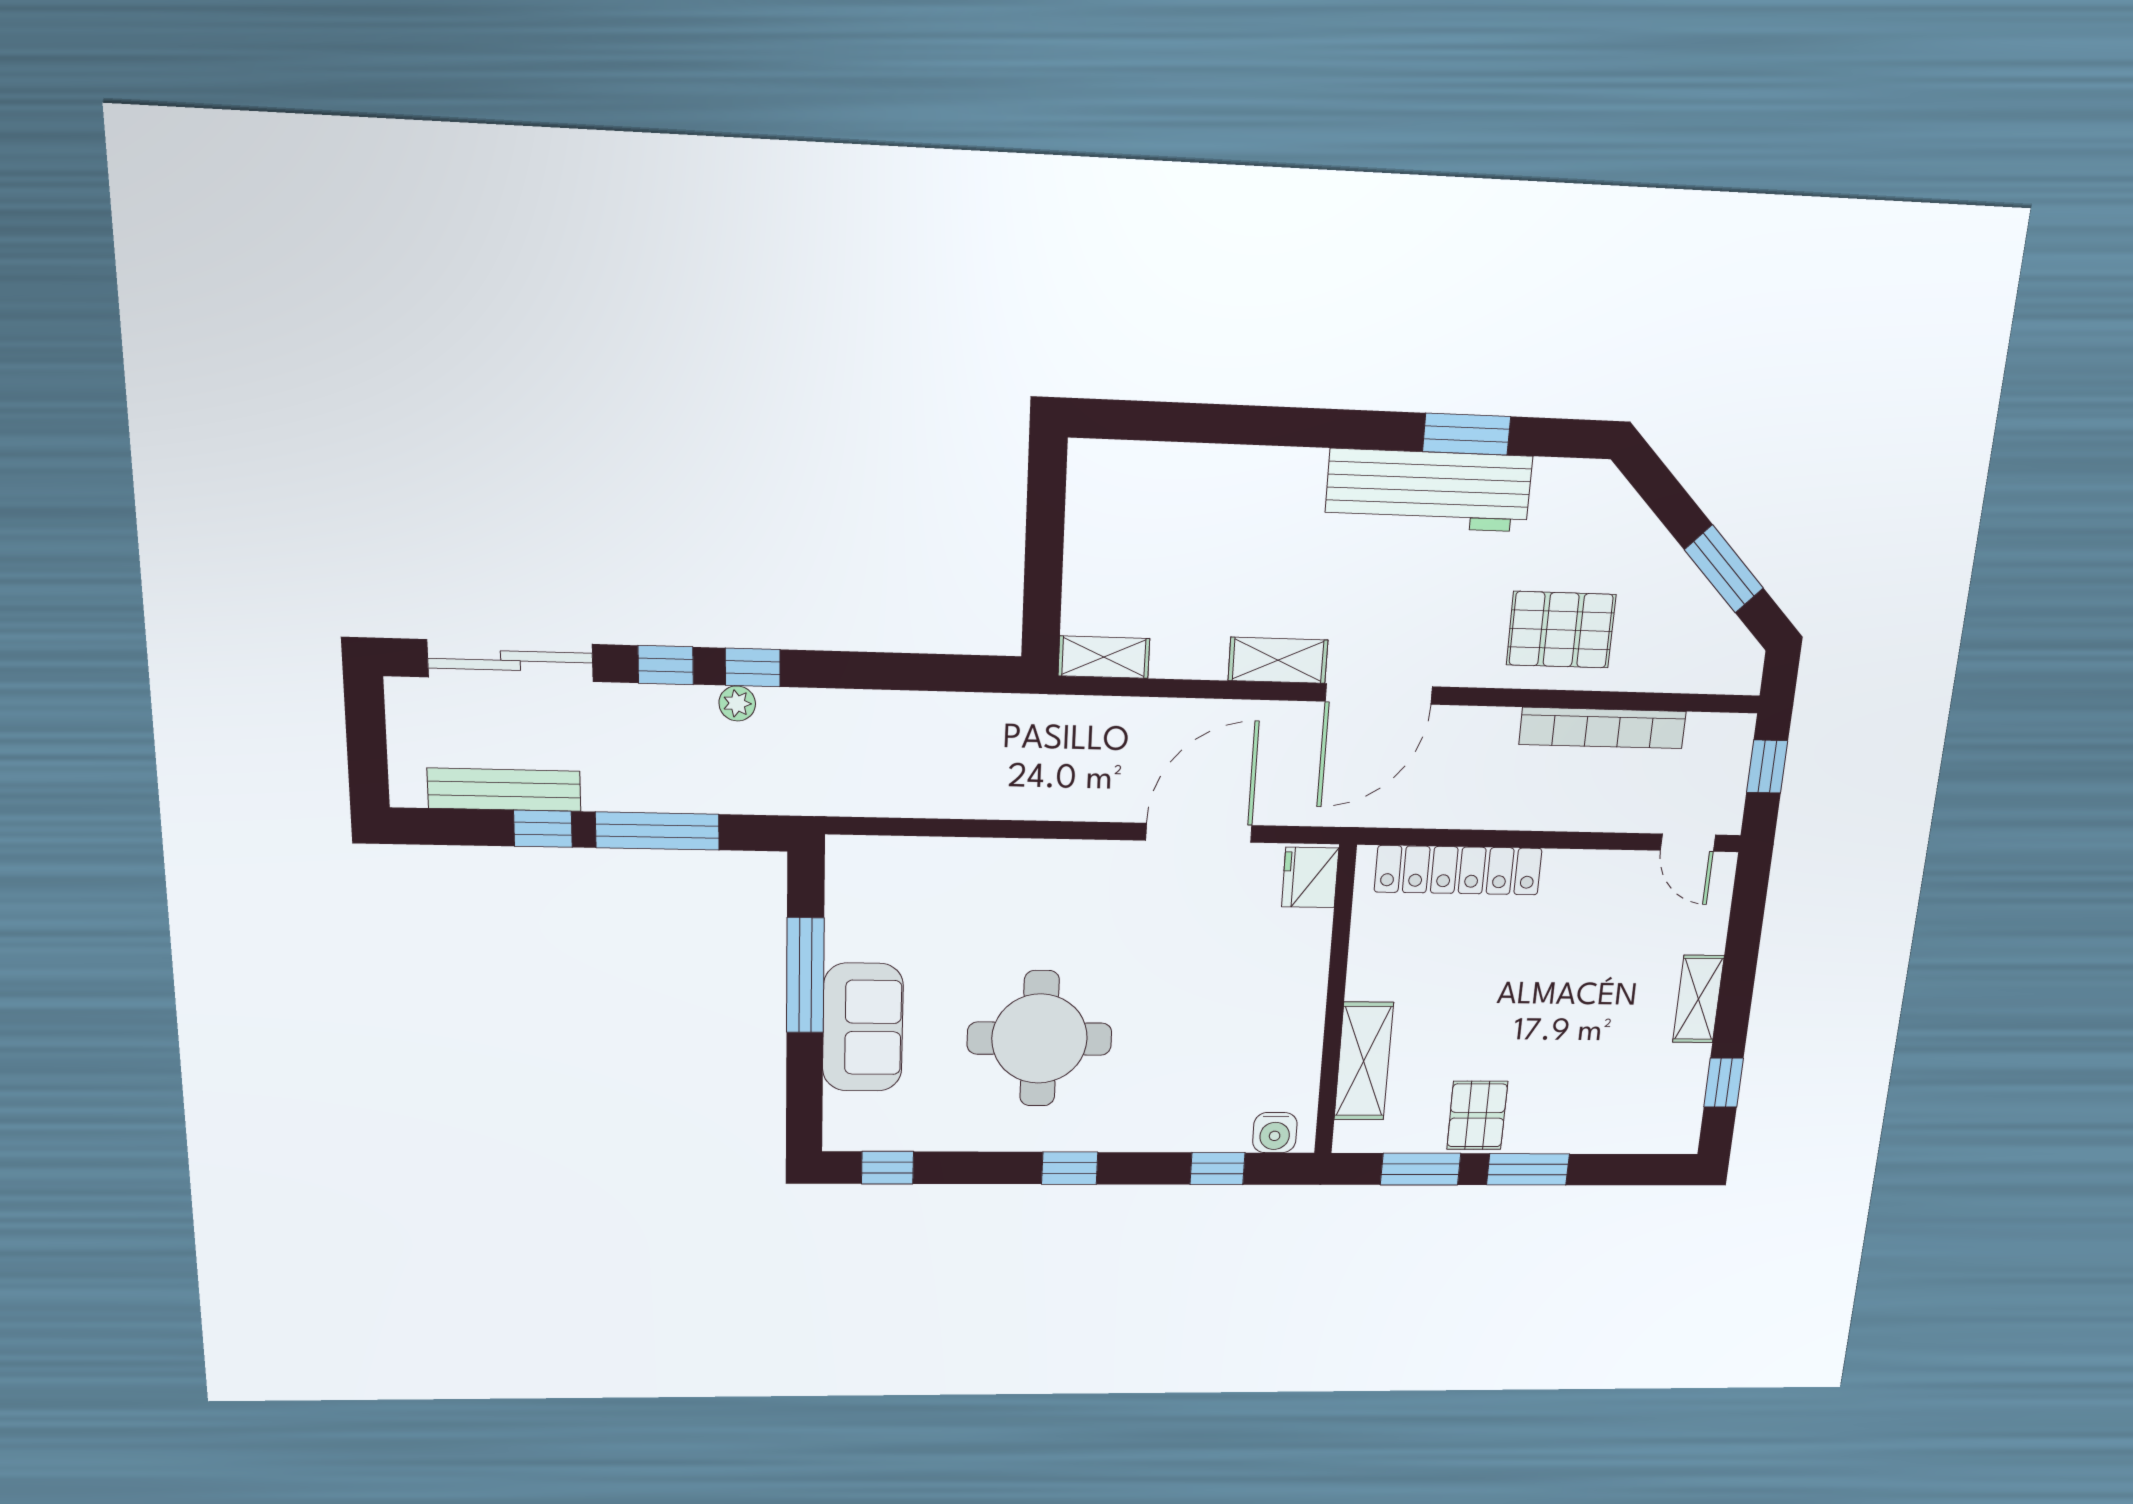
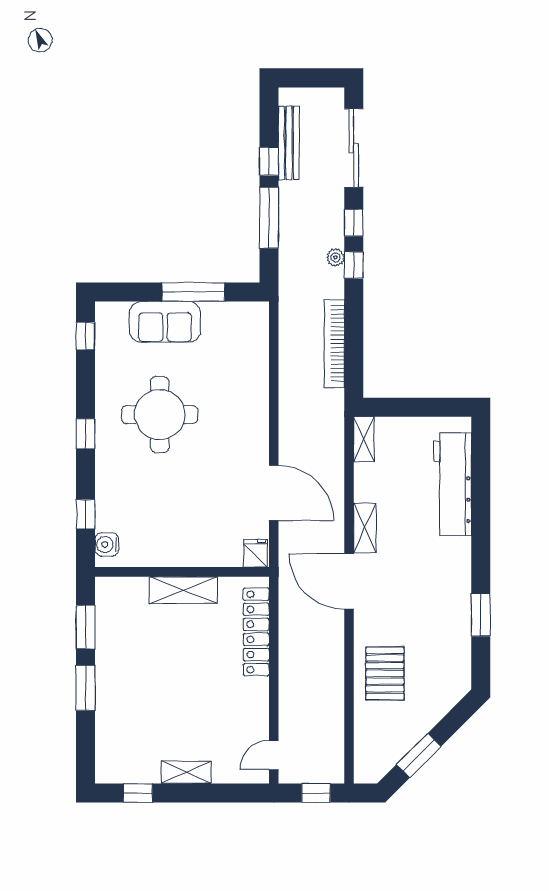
workbench: (1429, 490) -> (453, 484), moved
bookcase: (1603, 728) -> (334, 344), moved
fridge: (1310, 877) -> (255, 553), width x0.72
shelving: (1364, 1061) -> (183, 590), moved
pallet: (1477, 1115) -> (117, 656), removed

